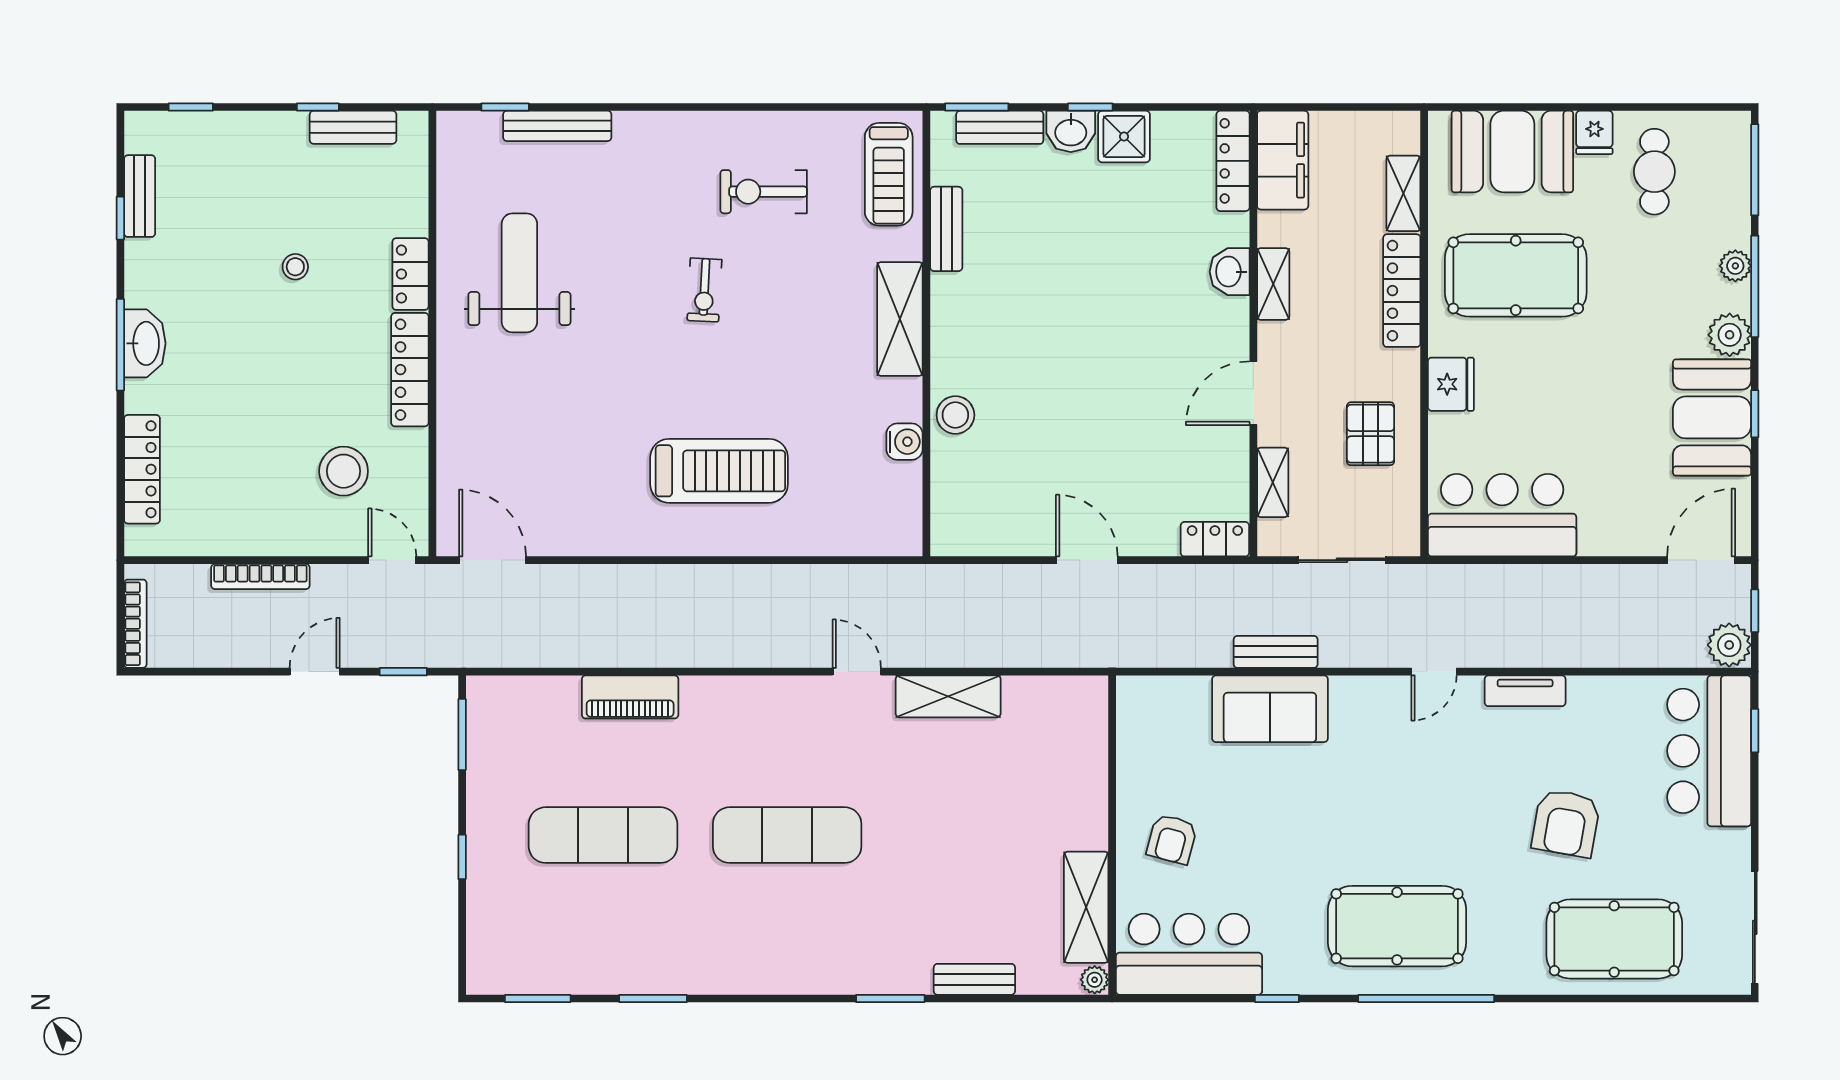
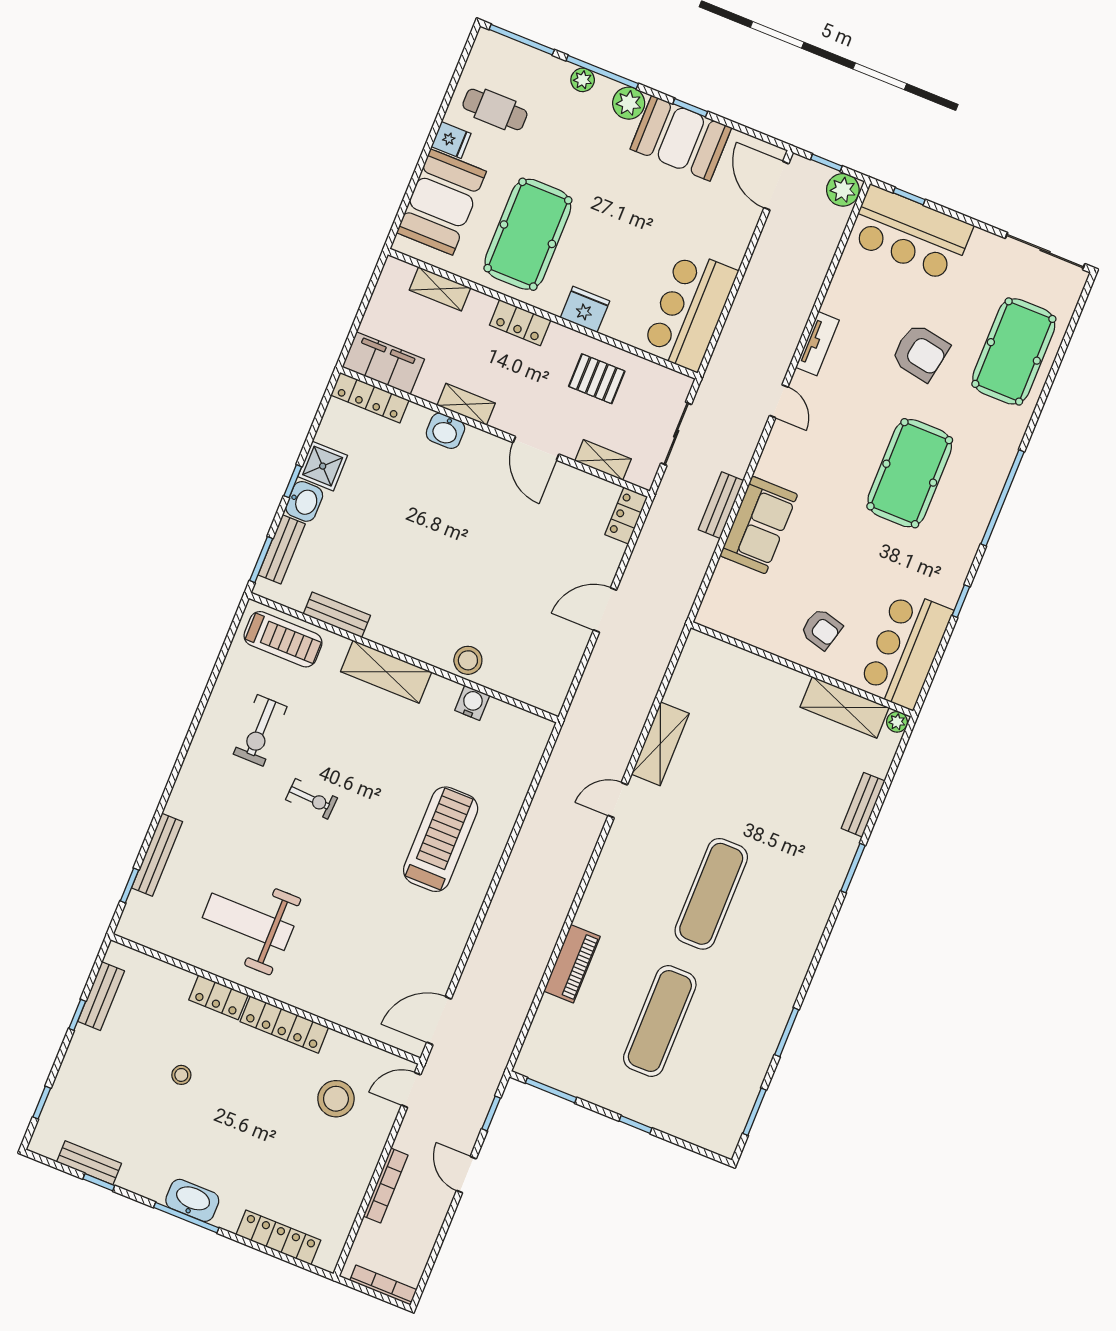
locker: (1402, 291) -> (520, 323), width x0.66
pool table: (1397, 926) -> (910, 473), moved

